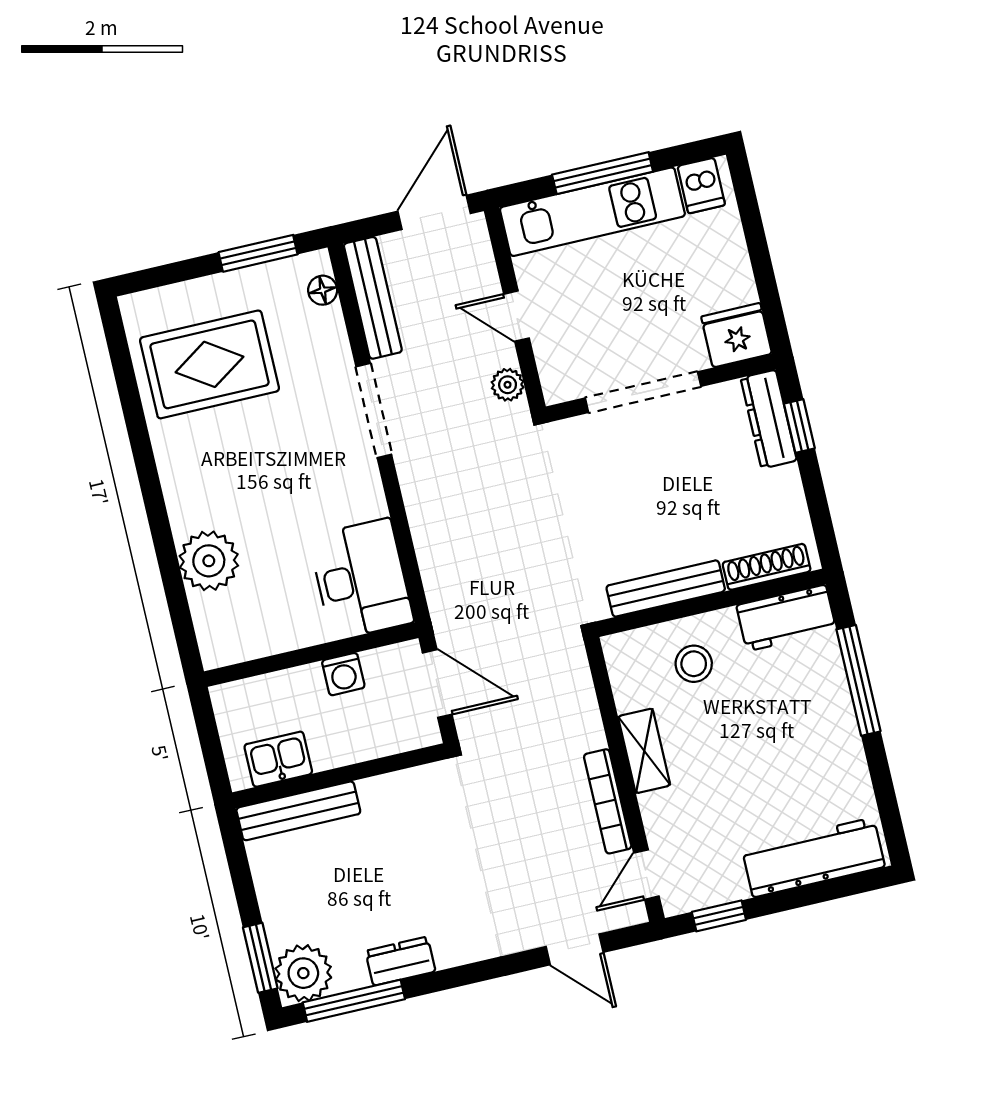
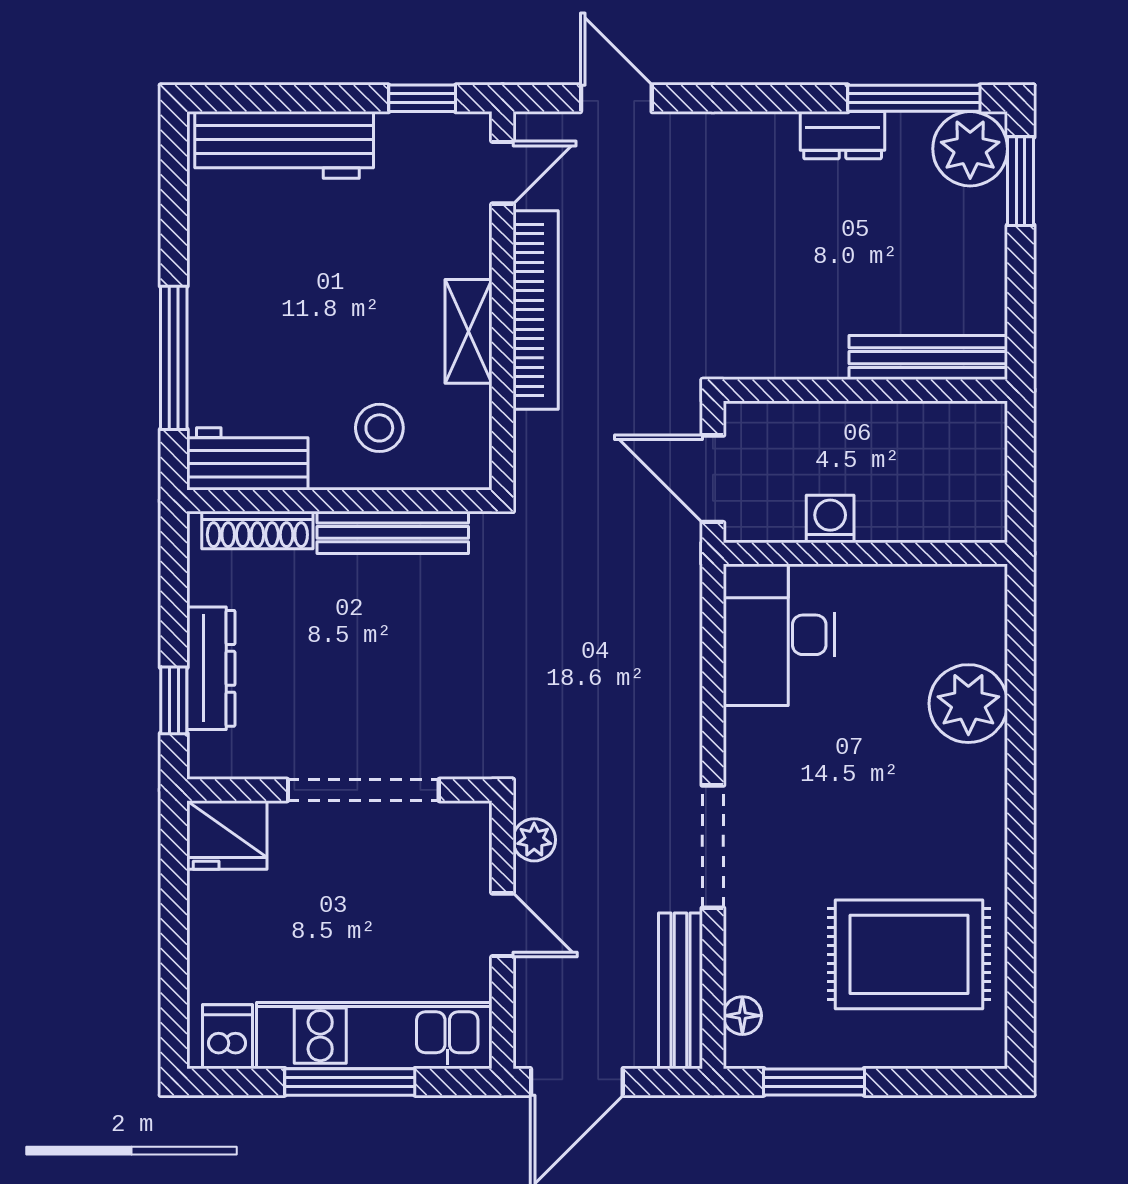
dresser: (769, 419) -> (211, 668), moved
kitchen sink: (278, 759) -> (938, 430), removed
bookcase: (608, 801) -> (536, 310), width x1.48, depth x1.31

